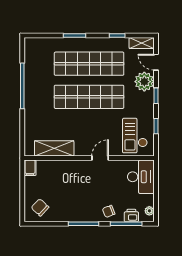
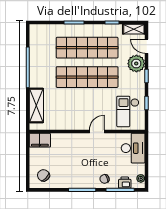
shelving: (54, 148) -> (36, 106), moved, turned 90
filing cabinet: (30, 168) -> (40, 140), width x2.00

